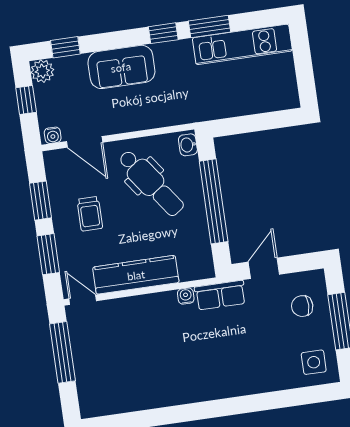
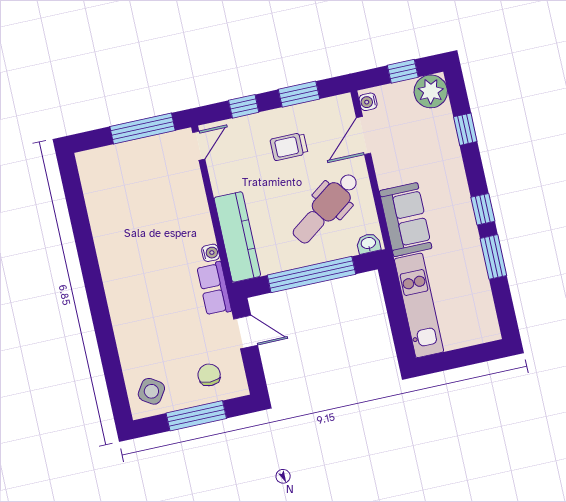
kitchen unit: (242, 44) -> (419, 305), moved, turned 180
window: (65, 47) -> (465, 129), moved
sofa: (121, 67) -> (406, 220), moved, turned 180
plant: (42, 71) -> (431, 91), width x1.36, depth x1.36
window: (48, 254) -> (244, 106), width x0.67
kitchen counter: (136, 275) -> (237, 237), moved
side table: (314, 362) -> (151, 391), turned 33

